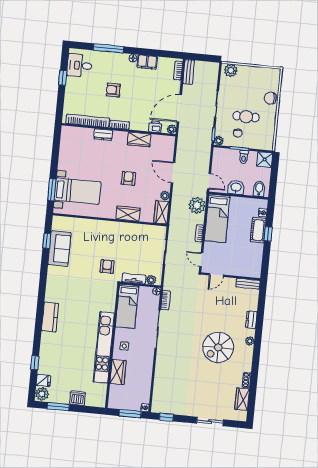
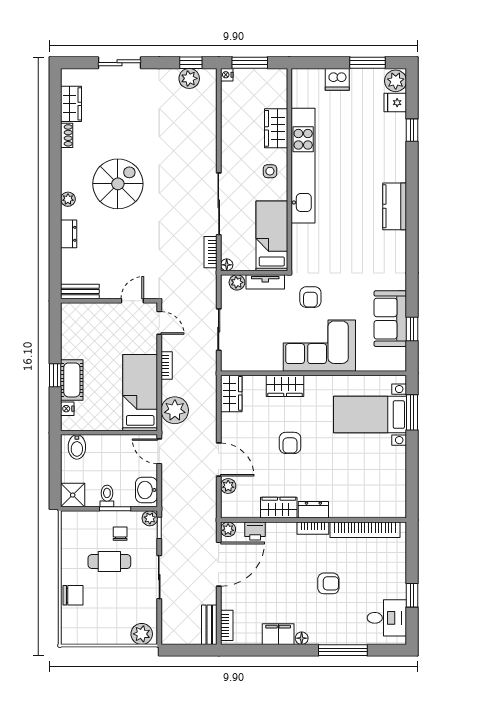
dresser: (103, 135) -> (313, 510), moved
washbasin: (236, 187) -> (146, 490), moved, turned 90
plant: (165, 196) -> (228, 486), moved
corner sofa: (105, 236) -> (319, 346), added
plant: (168, 408) -> (189, 78), added

